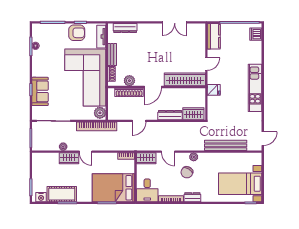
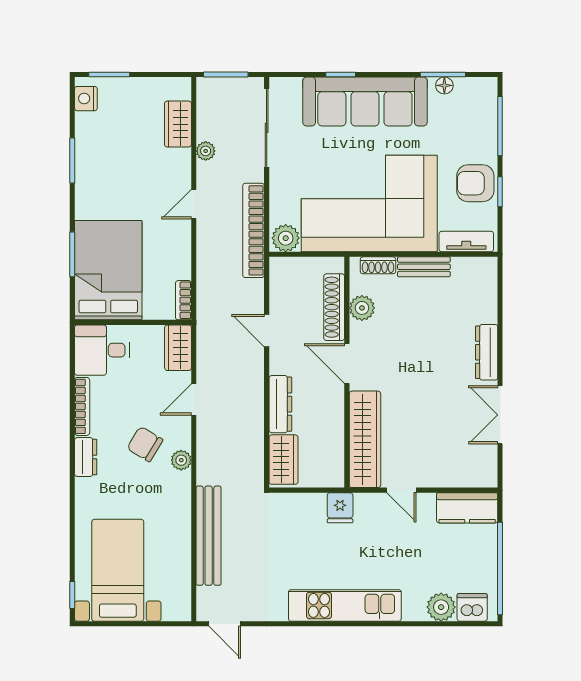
dresser: (125, 28) -> (487, 352), moved
armchair: (77, 33) -> (475, 183), turned 90
plant: (256, 47) -> (441, 607), added
sofa: (40, 91) -> (365, 102), width x1.85, depth x1.27
wardrobe: (69, 158) -> (178, 124), moved
cot: (62, 194) -> (93, 148), removed

